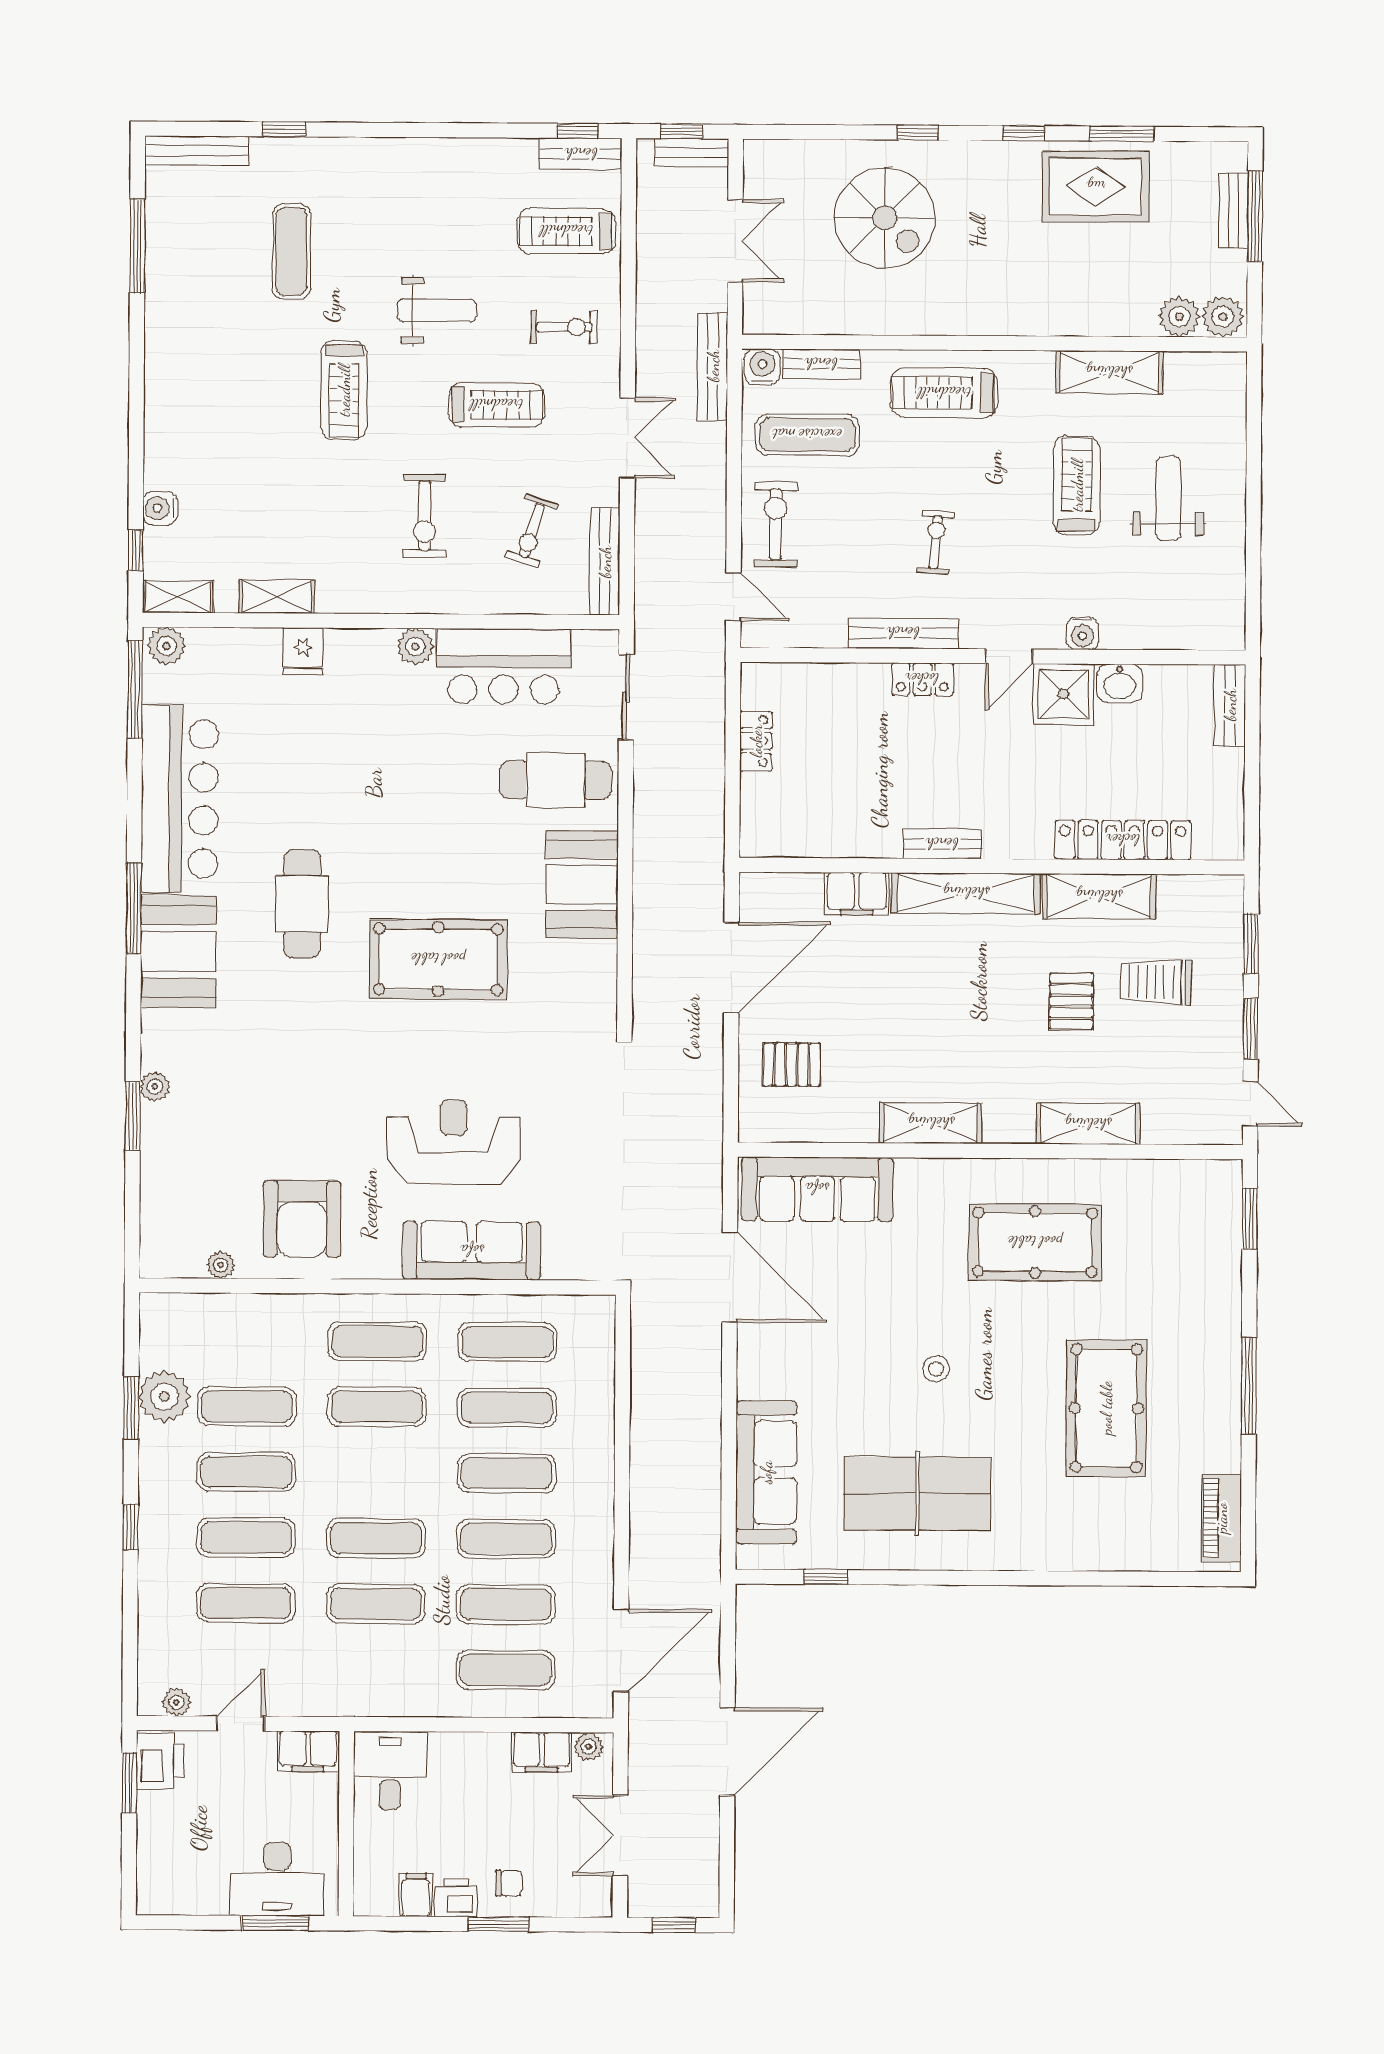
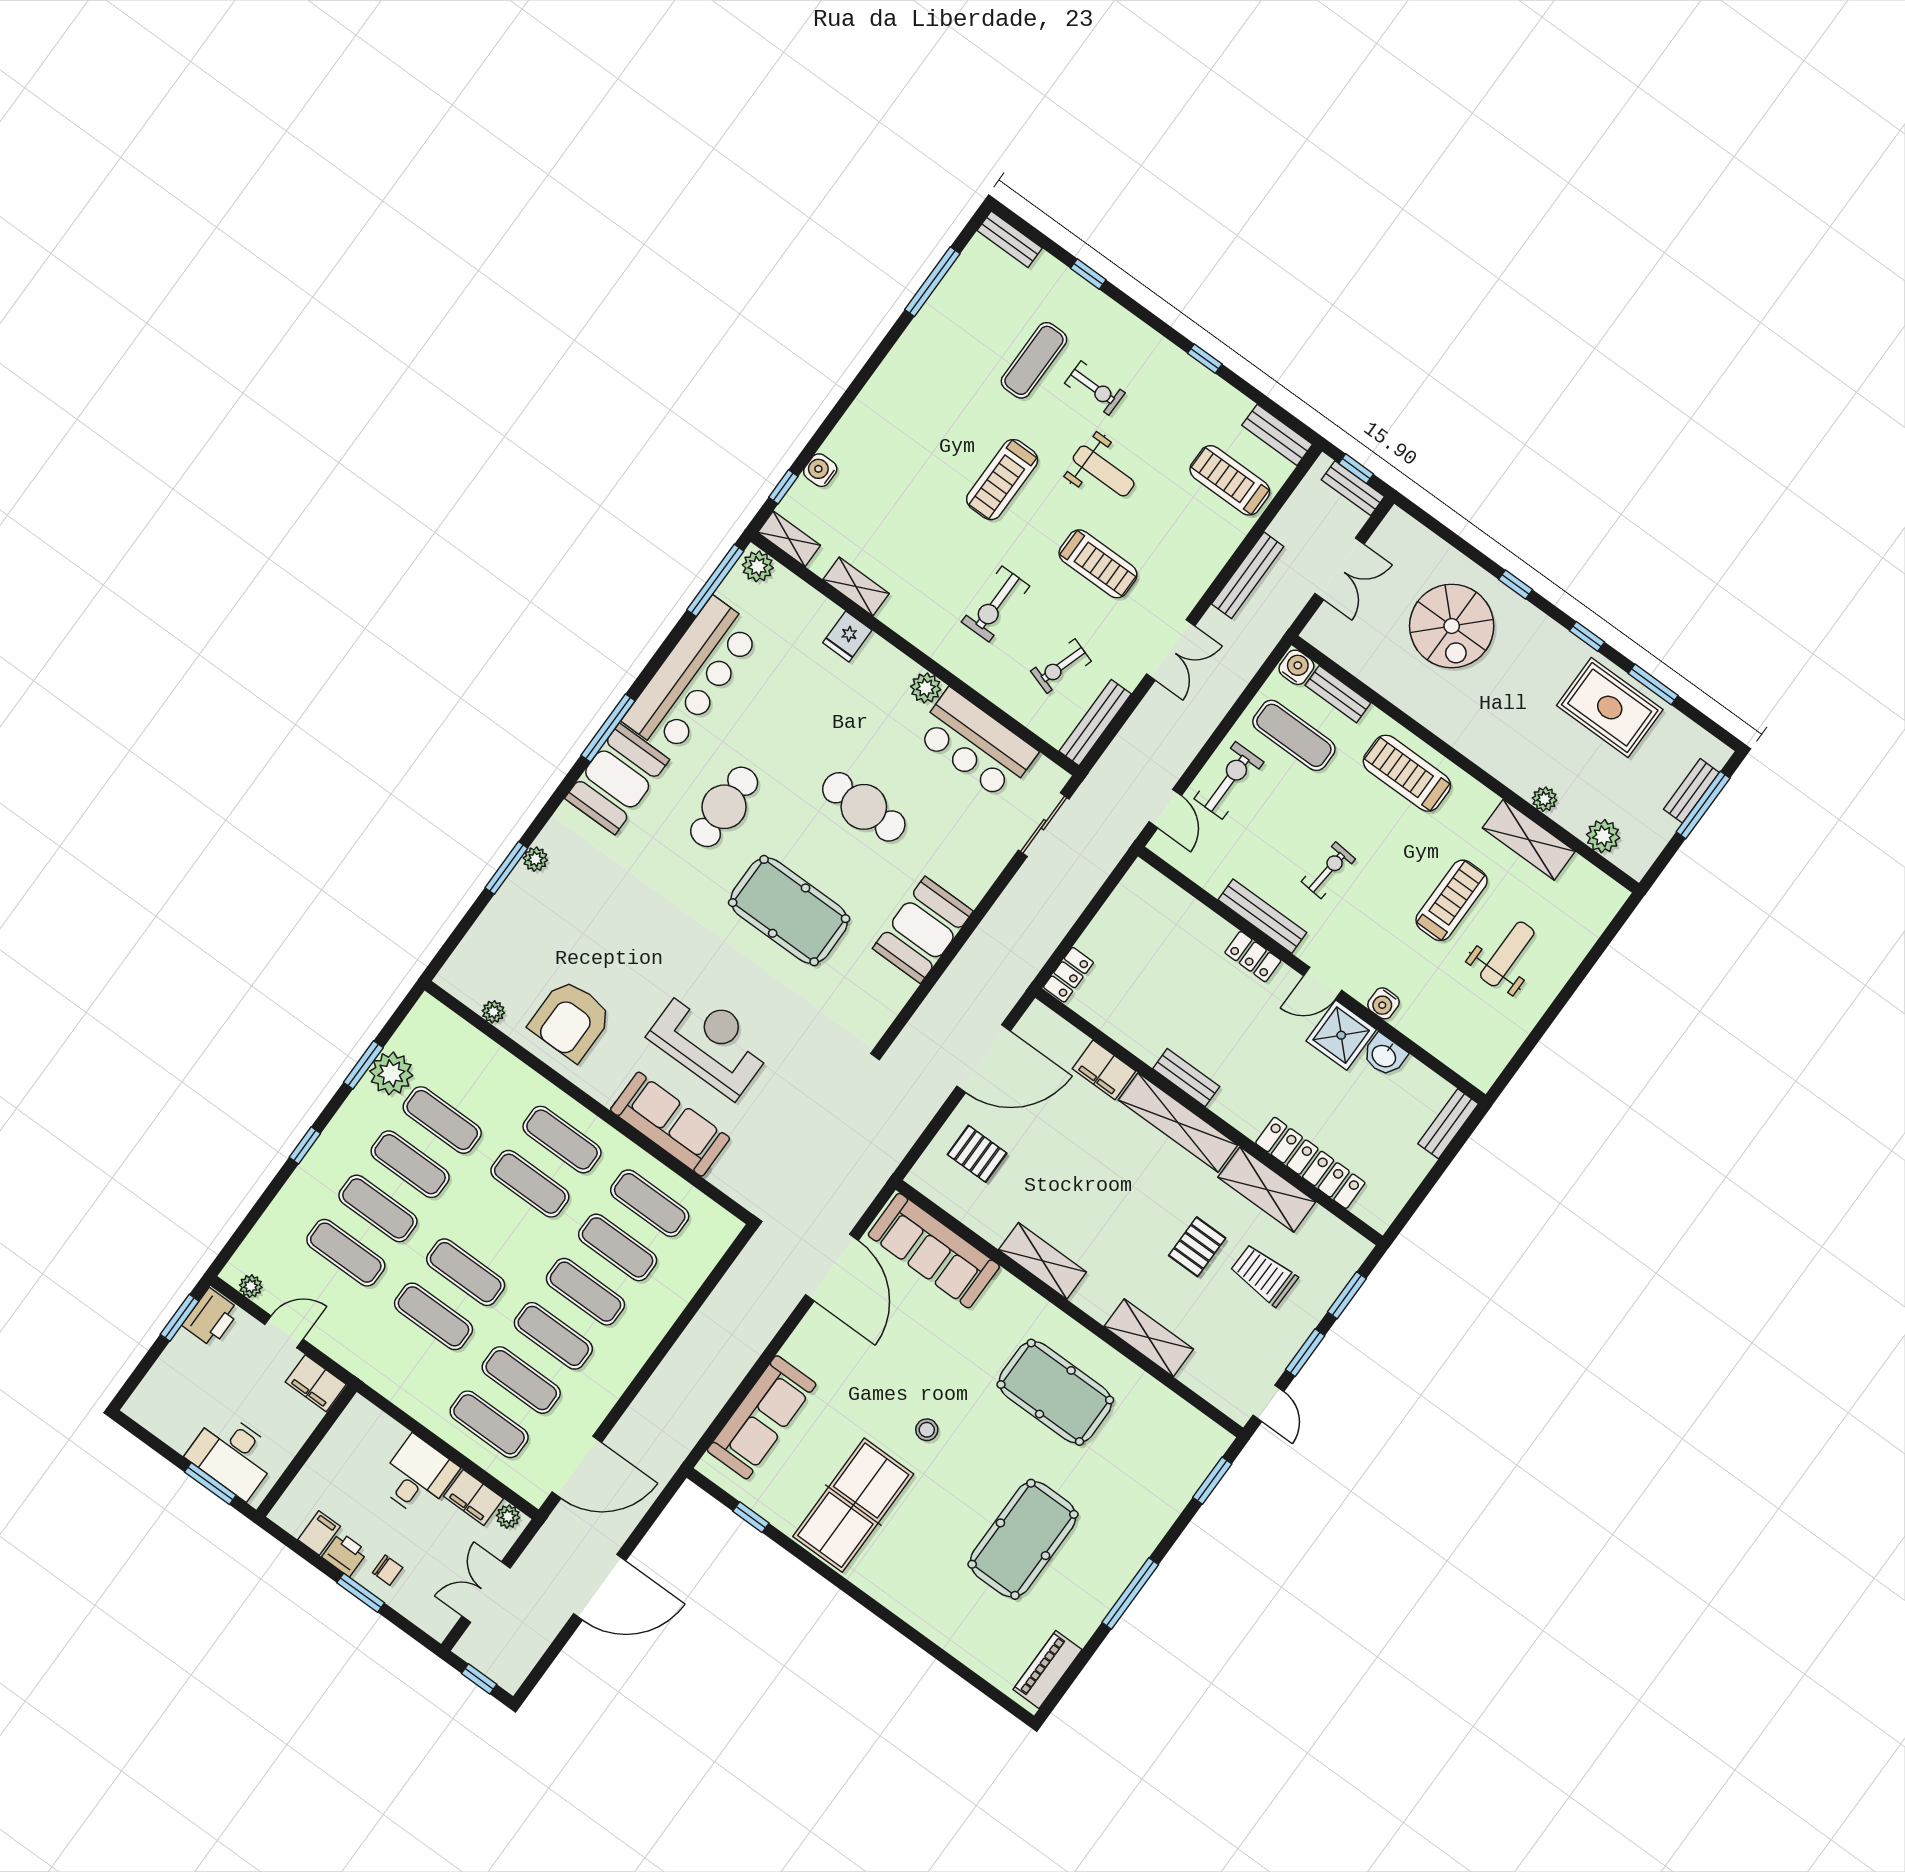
window: (577, 131) -> (1205, 359), moved
bench: (197, 150) -> (1010, 239), width x0.73
plant: (1223, 317) -> (1544, 799), moved, width x0.73, depth x0.73
exercise bike: (564, 327) -> (1095, 388), moved
bench: (713, 366) -> (1248, 575), moved
locker: (756, 741) -> (1068, 975), moved
cafe table: (556, 780) -> (864, 807), moved
table tennis table: (917, 1494) -> (853, 1505), turned 90
desk: (390, 1771) -> (417, 1476), moved

